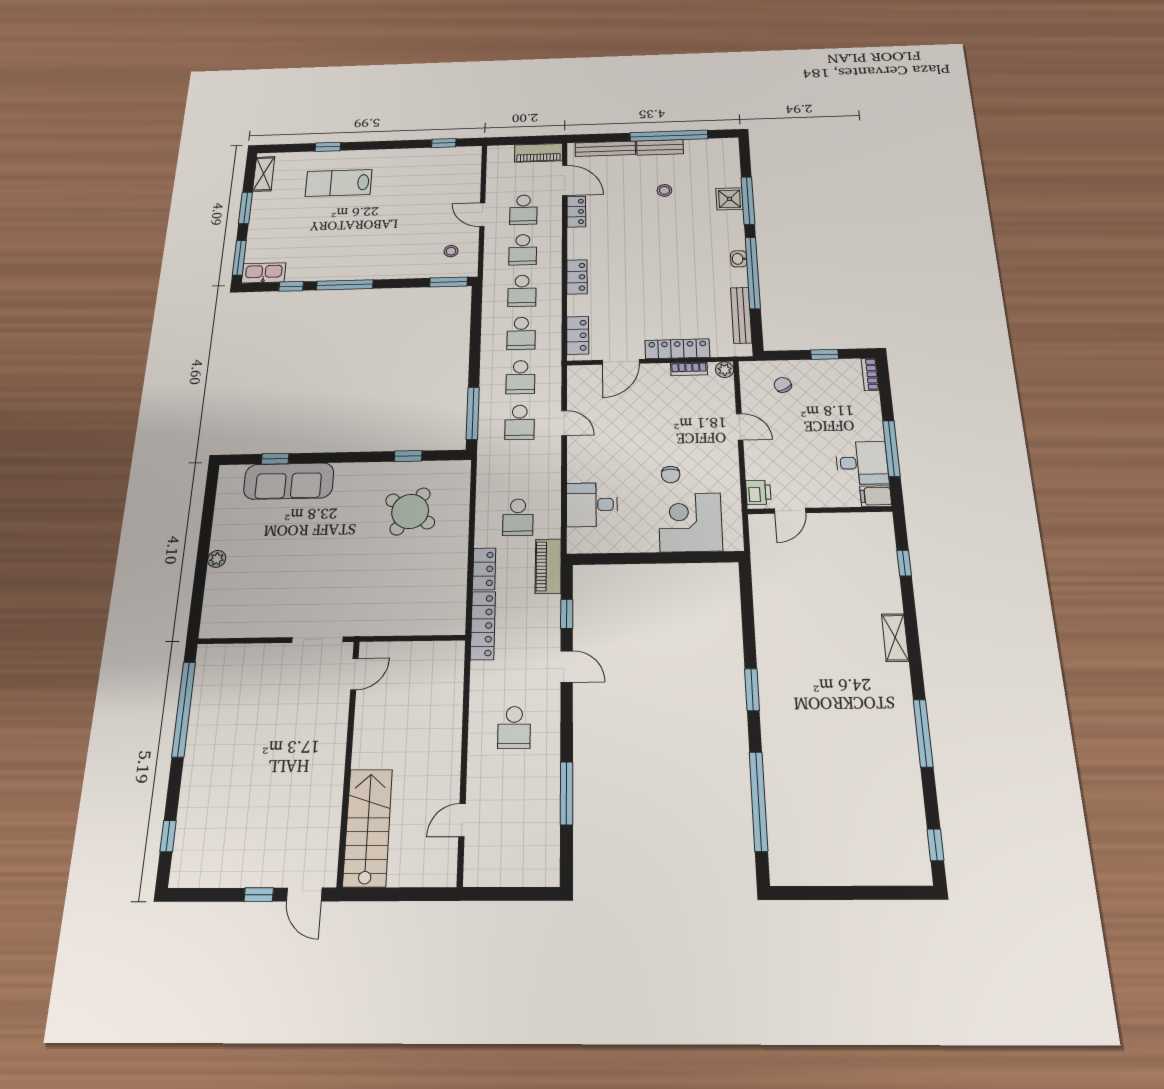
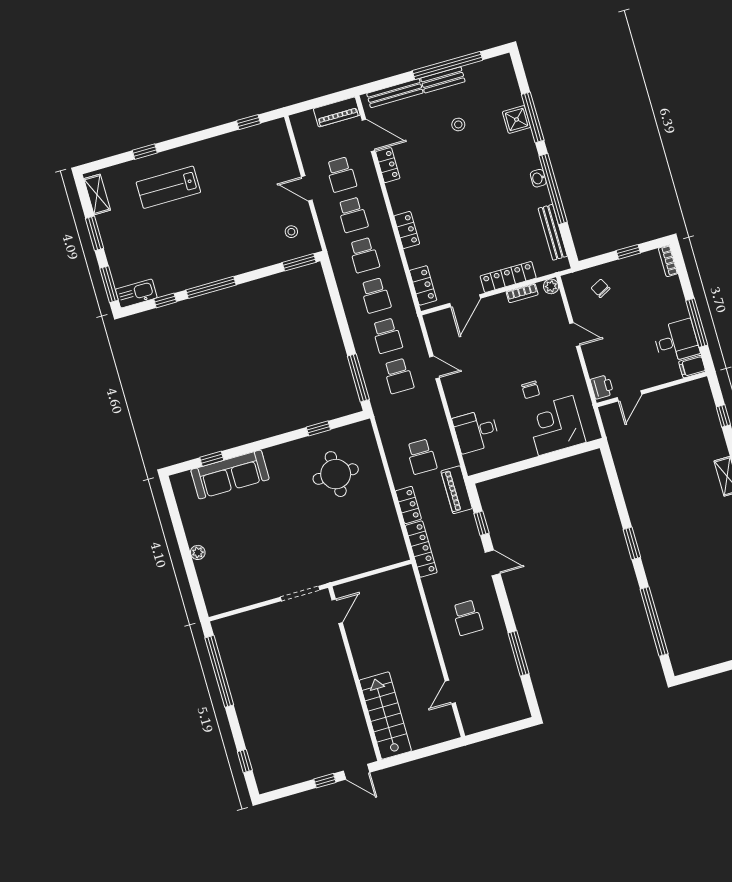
round table: (410, 511) -> (336, 474), turned -34

